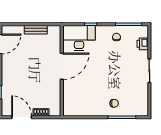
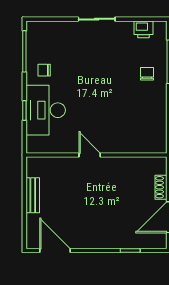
desk: (79, 38) -> (46, 110), moved
printer: (143, 44) -> (144, 29), moved
door: (62, 66) -> (90, 155), width x0.53

